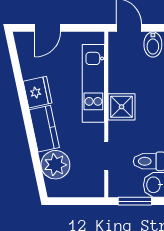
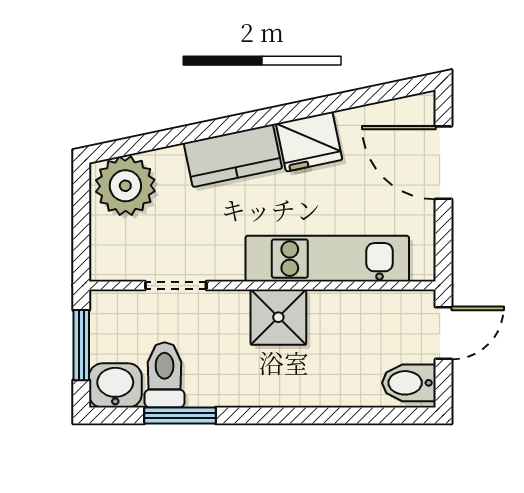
door: (48, 28) -> (444, 163), width x1.38
plant: (55, 165) -> (125, 186), moved

